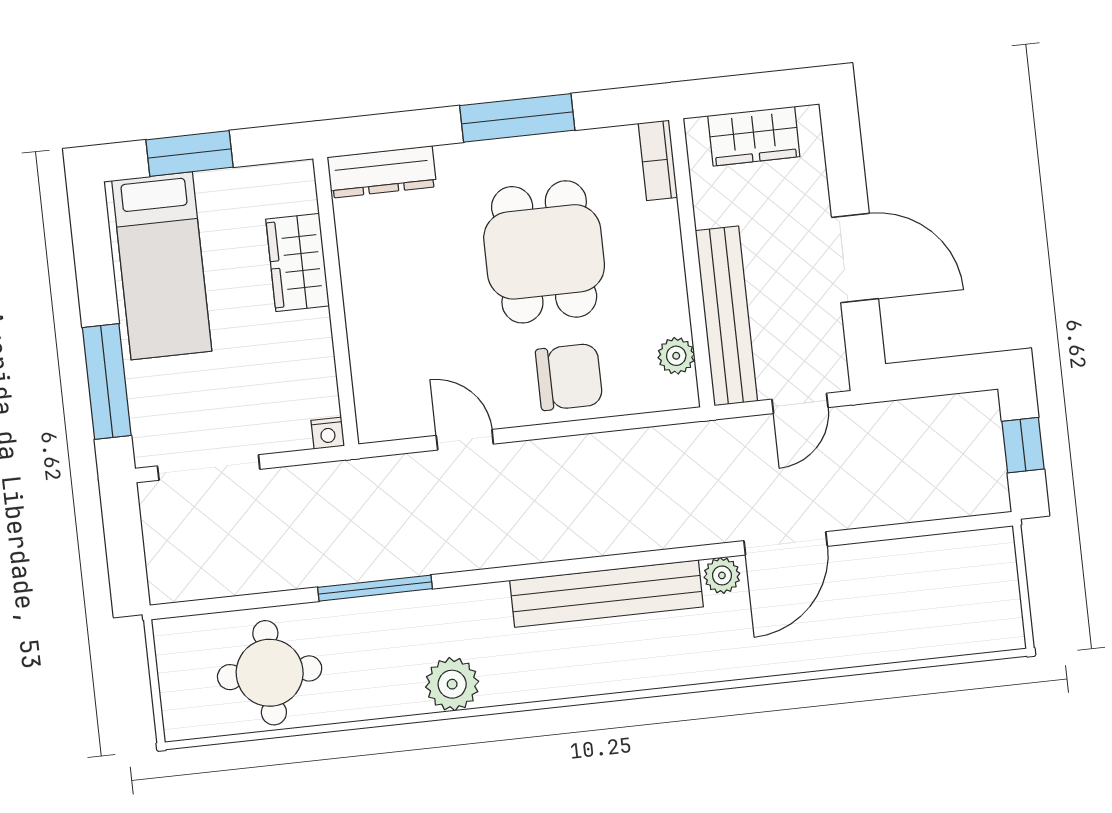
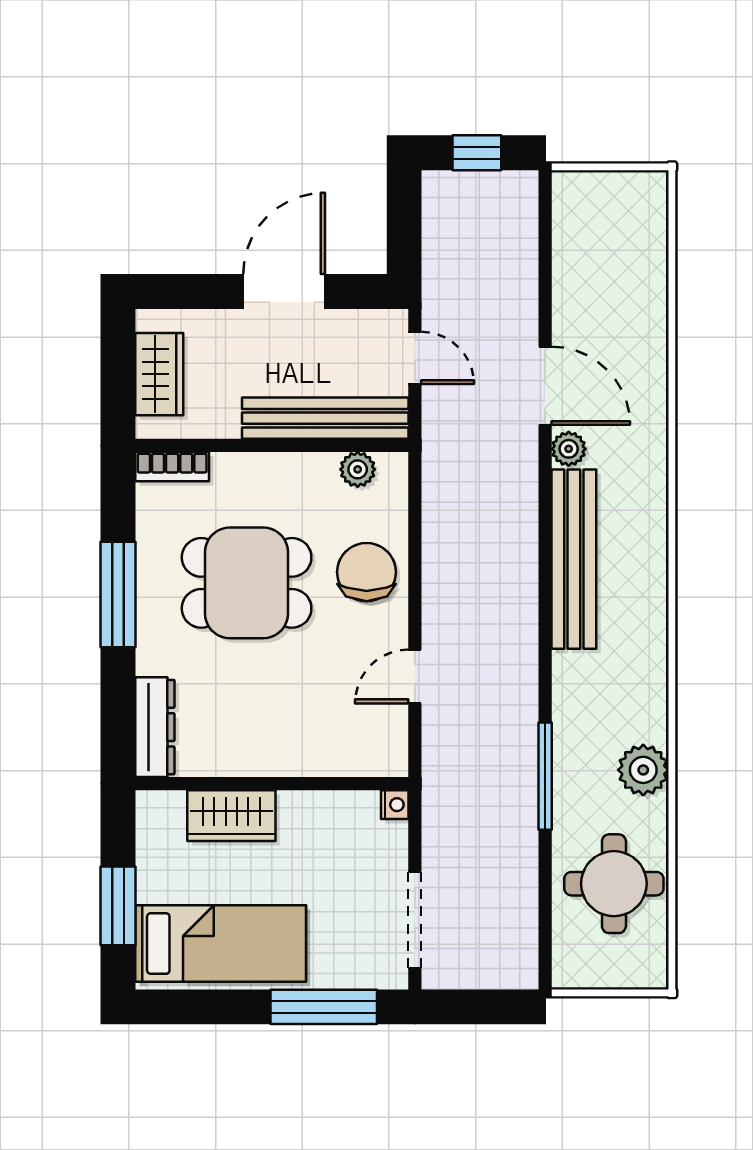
plant: (452, 684) -> (643, 770), moved

